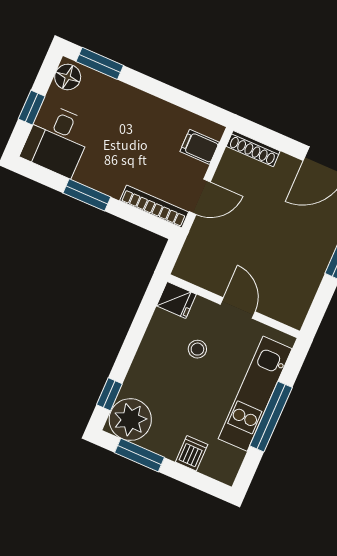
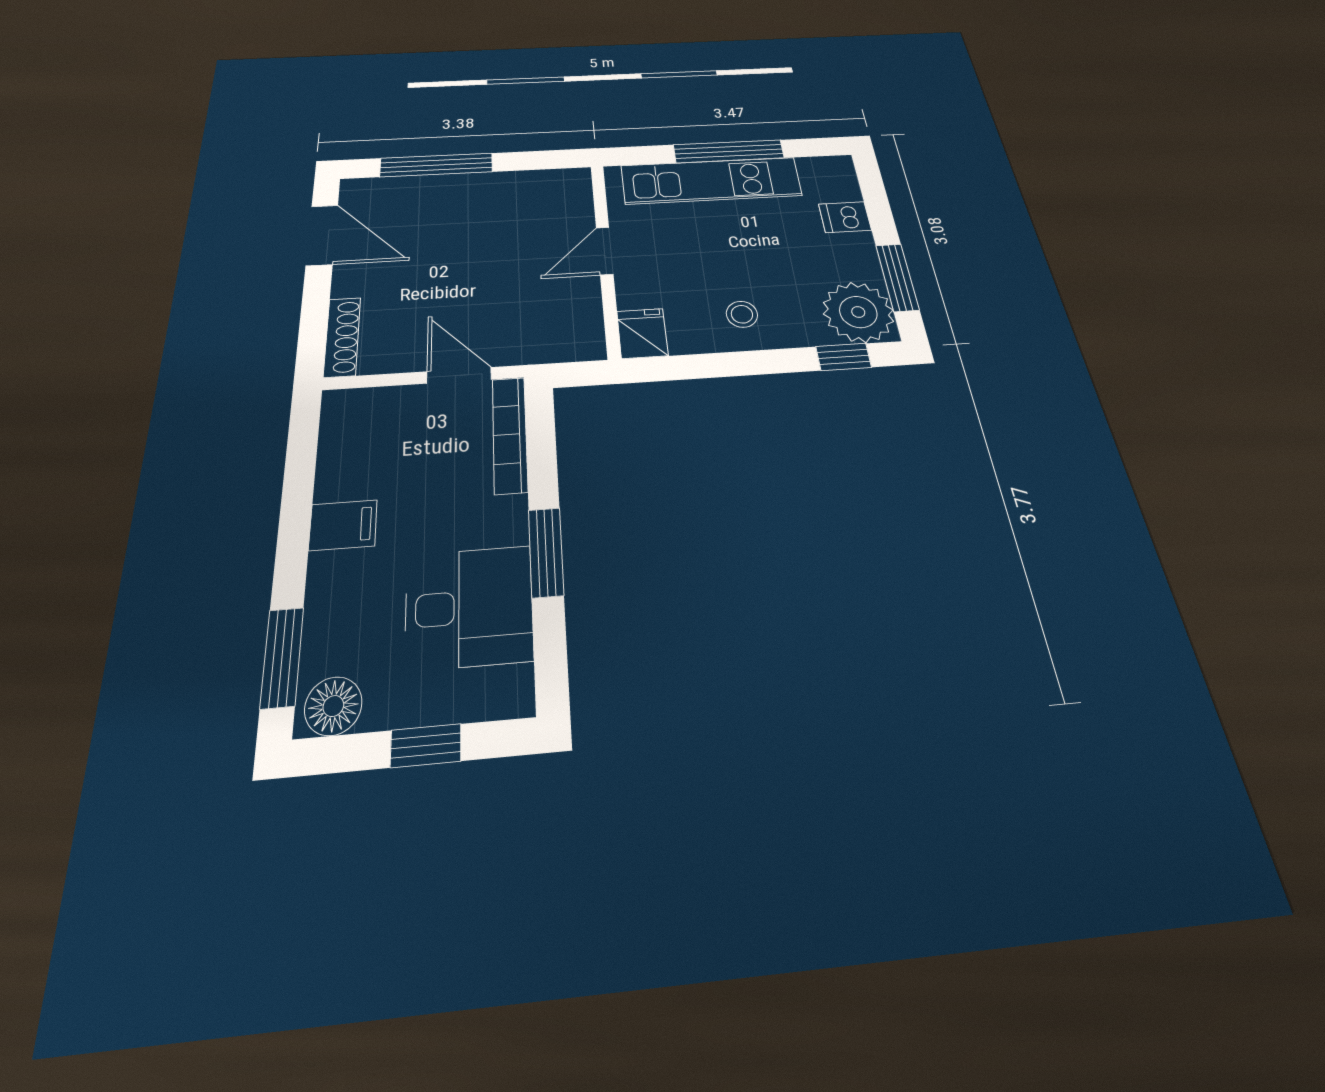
desk: (57, 140) -> (469, 607), moved
filing cabinet: (200, 147) -> (343, 525), moved, turned -90
stool: (197, 349) -> (742, 314), moved

